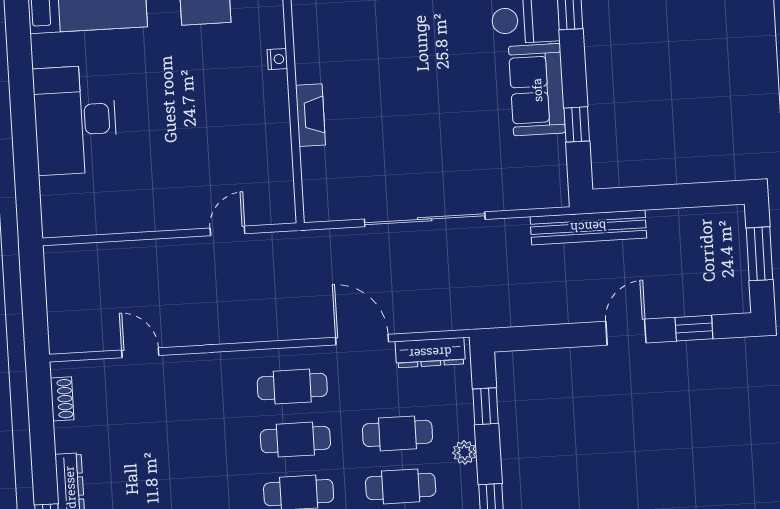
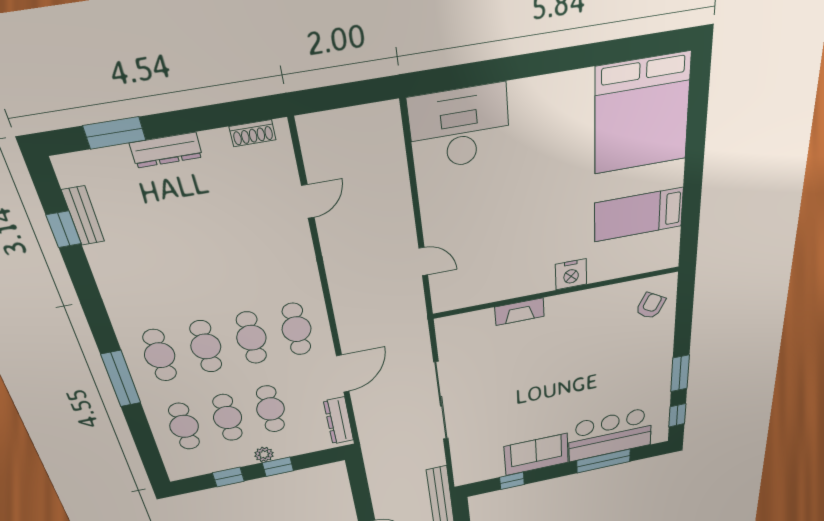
nightstand: (277, 59) -> (571, 274), width x1.89, depth x1.79
desk: (75, 120) -> (460, 128), moved
window: (486, 406) -> (278, 467), moved

